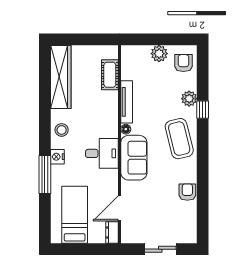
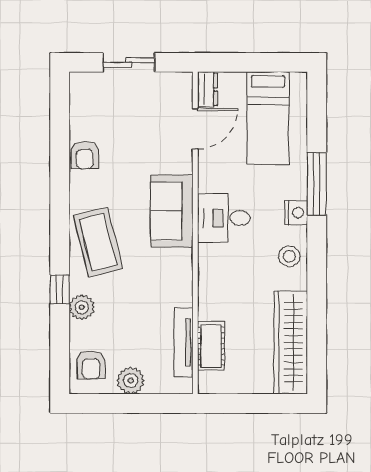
tv unit: (127, 102) -> (184, 342), moved
floor lamp: (126, 129) -> (185, 258), removed

